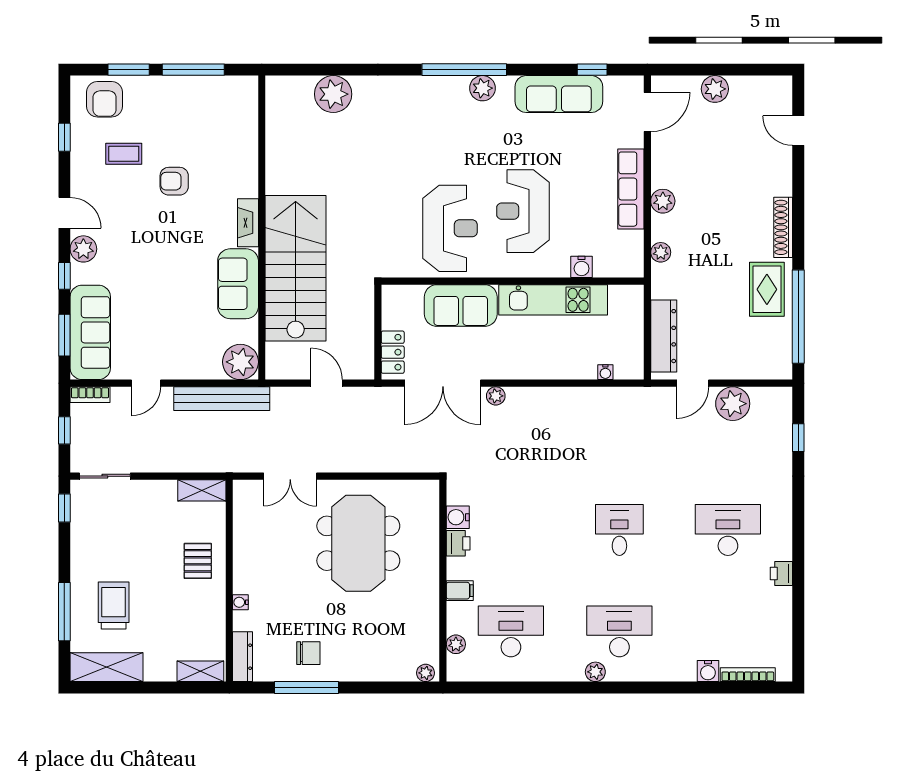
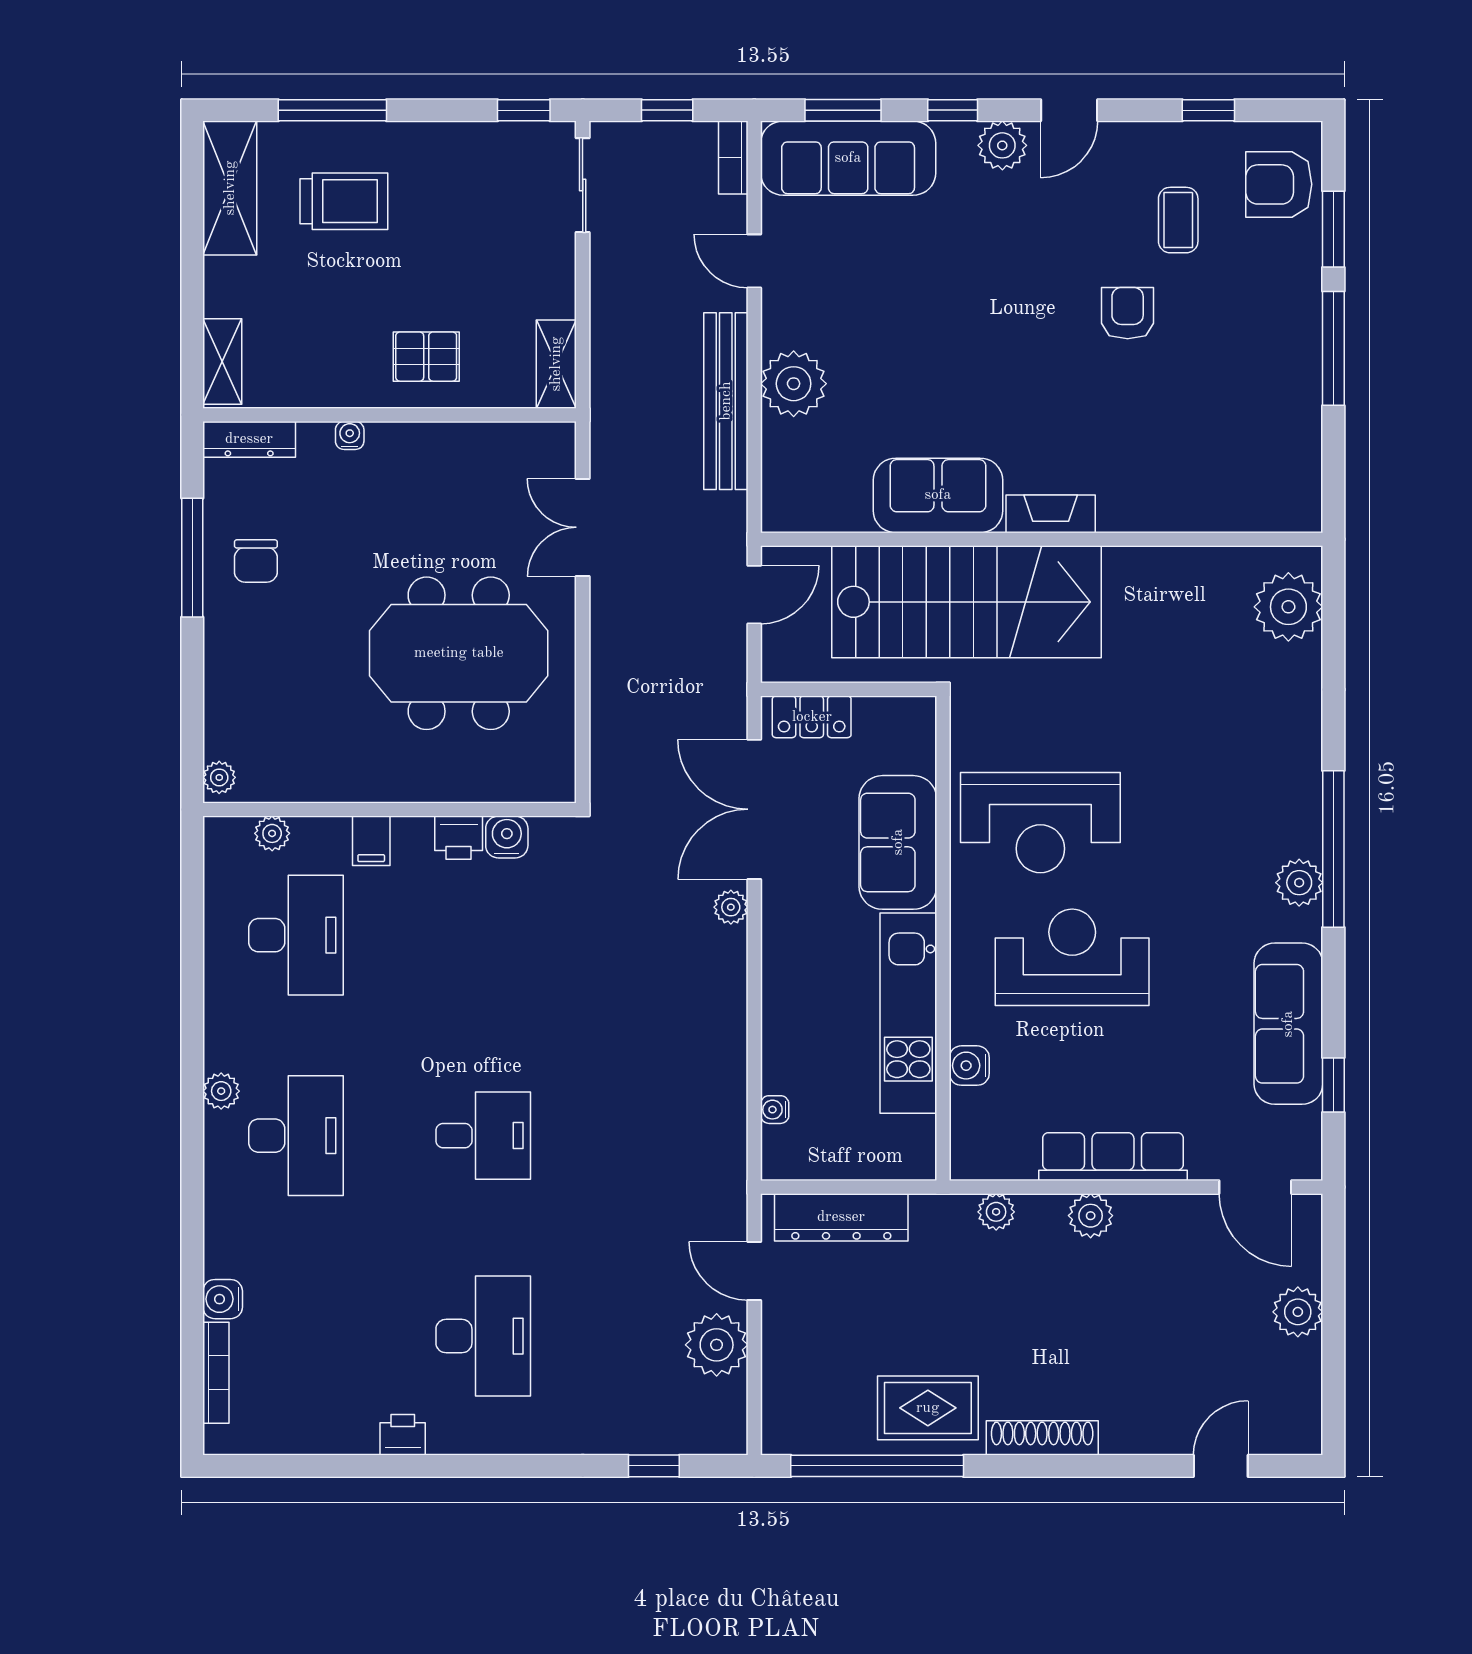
fireplace: (248, 223) -> (1051, 514), moved
wall: (262, 228) -> (1042, 539), moved
stairs: (296, 268) -> (967, 602), moved
sofa: (238, 284) -> (938, 495), moved
plant: (240, 362) -> (794, 384), moved

